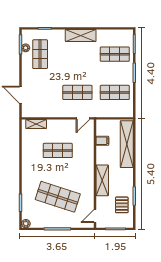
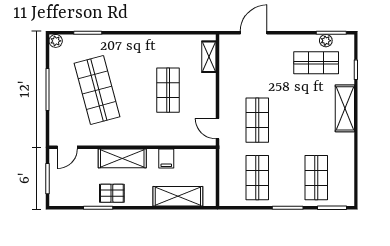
shelving: (81, 35) -> (345, 108), moved
filing cabinet: (102, 141) -> (166, 159), moved
shelving: (127, 144) -> (178, 196), width x0.68
shop shelf: (58, 197) -> (97, 90), turned -33
pallet: (122, 205) -> (112, 193), moved
door: (95, 216) -> (67, 147), swing flipped

